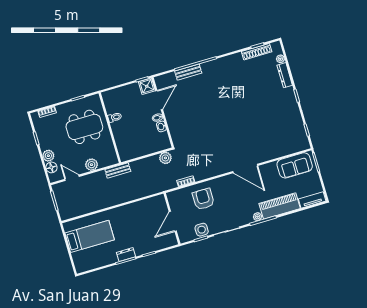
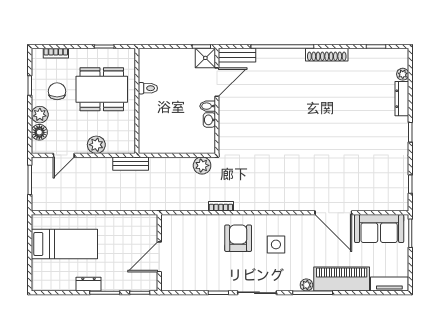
shoe rack: (257, 52) -> (327, 55), moved
bench: (188, 72) -> (237, 55), moved
chair: (55, 137) -> (57, 91), added
door: (245, 168) -> (333, 213), moved
door: (72, 178) -> (64, 155), swing flipped
wall: (172, 219) -> (159, 253), moved
door: (173, 221) -> (159, 257), moved
side table: (202, 230) -> (276, 244), moved
dresser: (126, 255) -> (89, 284), moved

